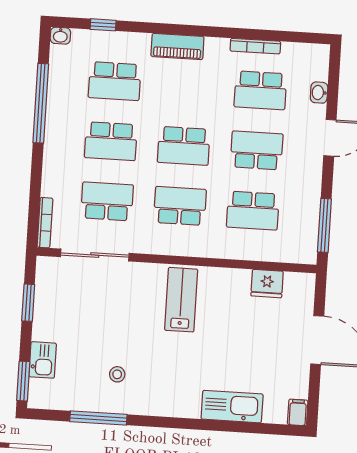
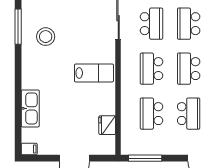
school desk: (180, 206) -> (152, 69), turned 180
stool: (117, 374) -> (46, 37), width x1.89, depth x1.89

